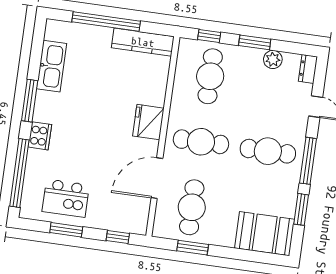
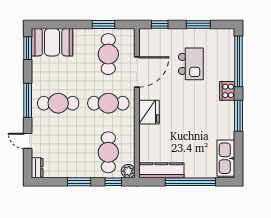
plant: (273, 59) -> (128, 171), moved
kitchen sink: (52, 66) -> (226, 158), moved
kitchen island: (66, 198) -> (191, 64), moved, turned 90
window: (301, 209) -> (28, 48), moved

